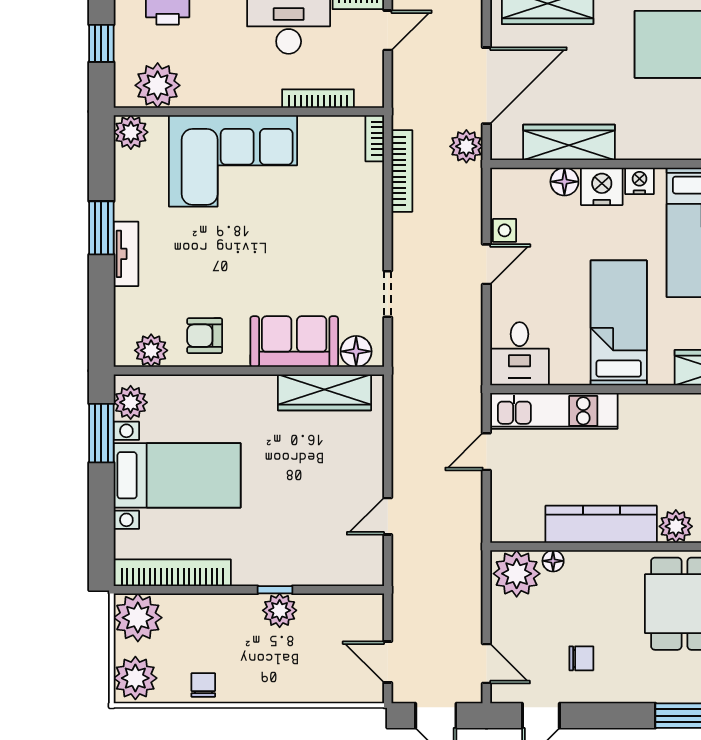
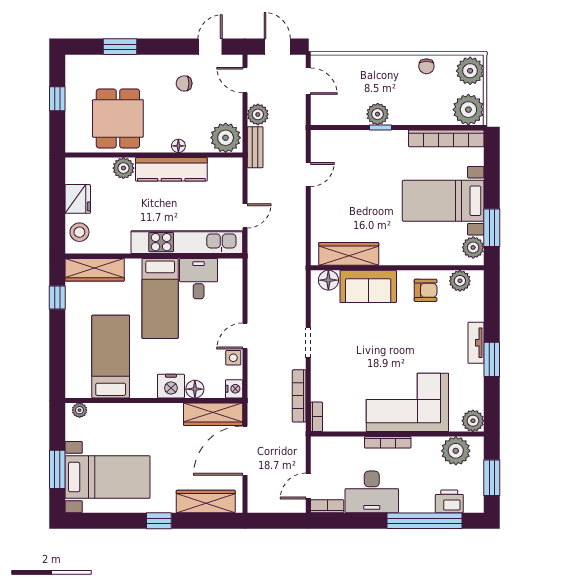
window: (101, 43) -> (492, 478), width x1.50
bookcase: (318, 99) -> (388, 442), moved
wardrobe: (569, 142) -> (213, 414), moved
plant: (466, 146) -> (258, 114), moved
nightstand: (639, 181) -> (234, 389), moved, turned -90
doorway: (388, 294) -> (308, 343), moved
desk: (520, 354) -> (199, 279), moved
kitchen unit: (554, 411) -> (187, 242), width x1.36
bench: (470, 559) -> (255, 147), added
floor lamp: (553, 561) -> (178, 146), moved

